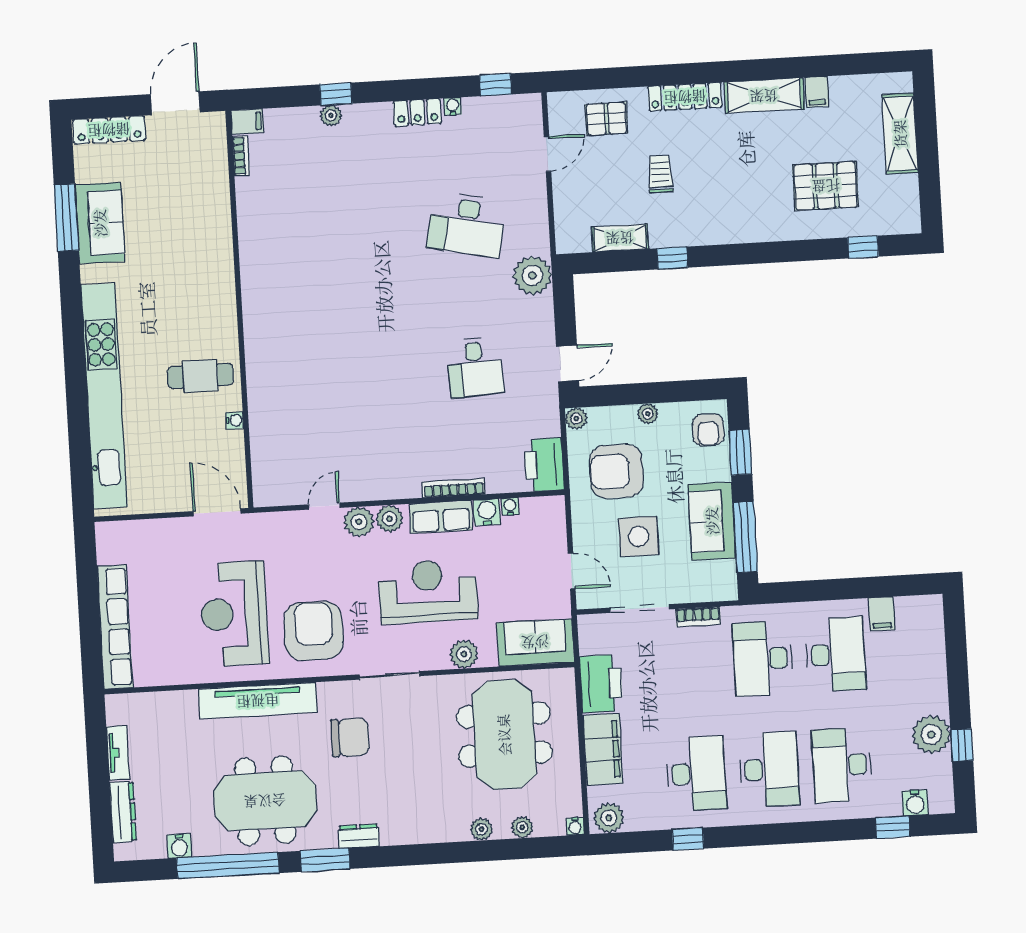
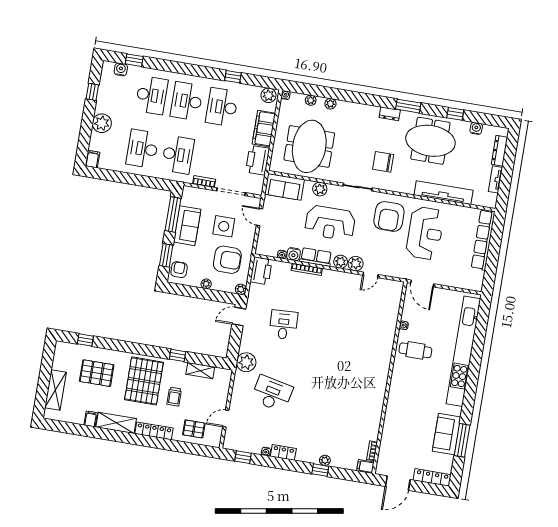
pallet: (728, 192) -> (144, 381), added
filing cabinet: (882, 614) -> (92, 159), moved
tv unit: (258, 701) -> (444, 193), moved
plant: (931, 735) -> (102, 123), moved
window: (228, 866) -> (455, 114), width x0.32

